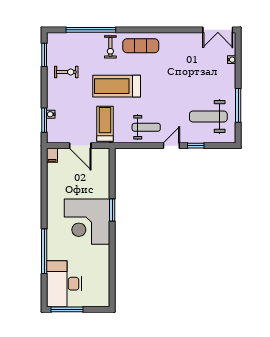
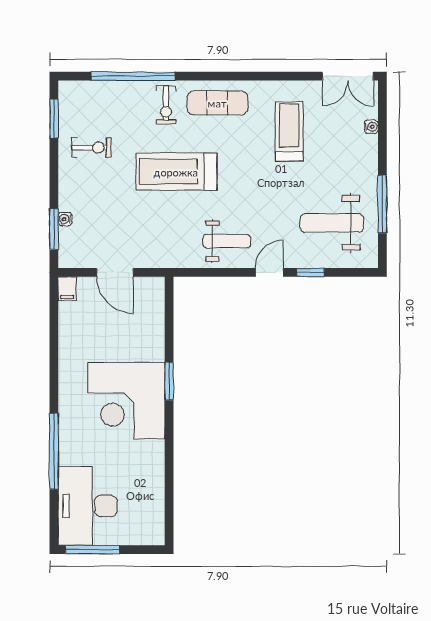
treadmill: (105, 124) -> (289, 131), moved

